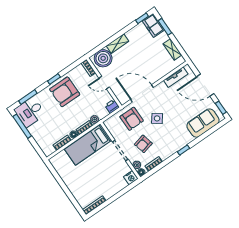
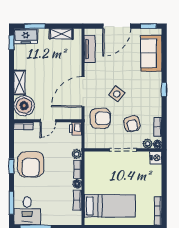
bed: (88, 145) -> (110, 206), moved, turned -90

